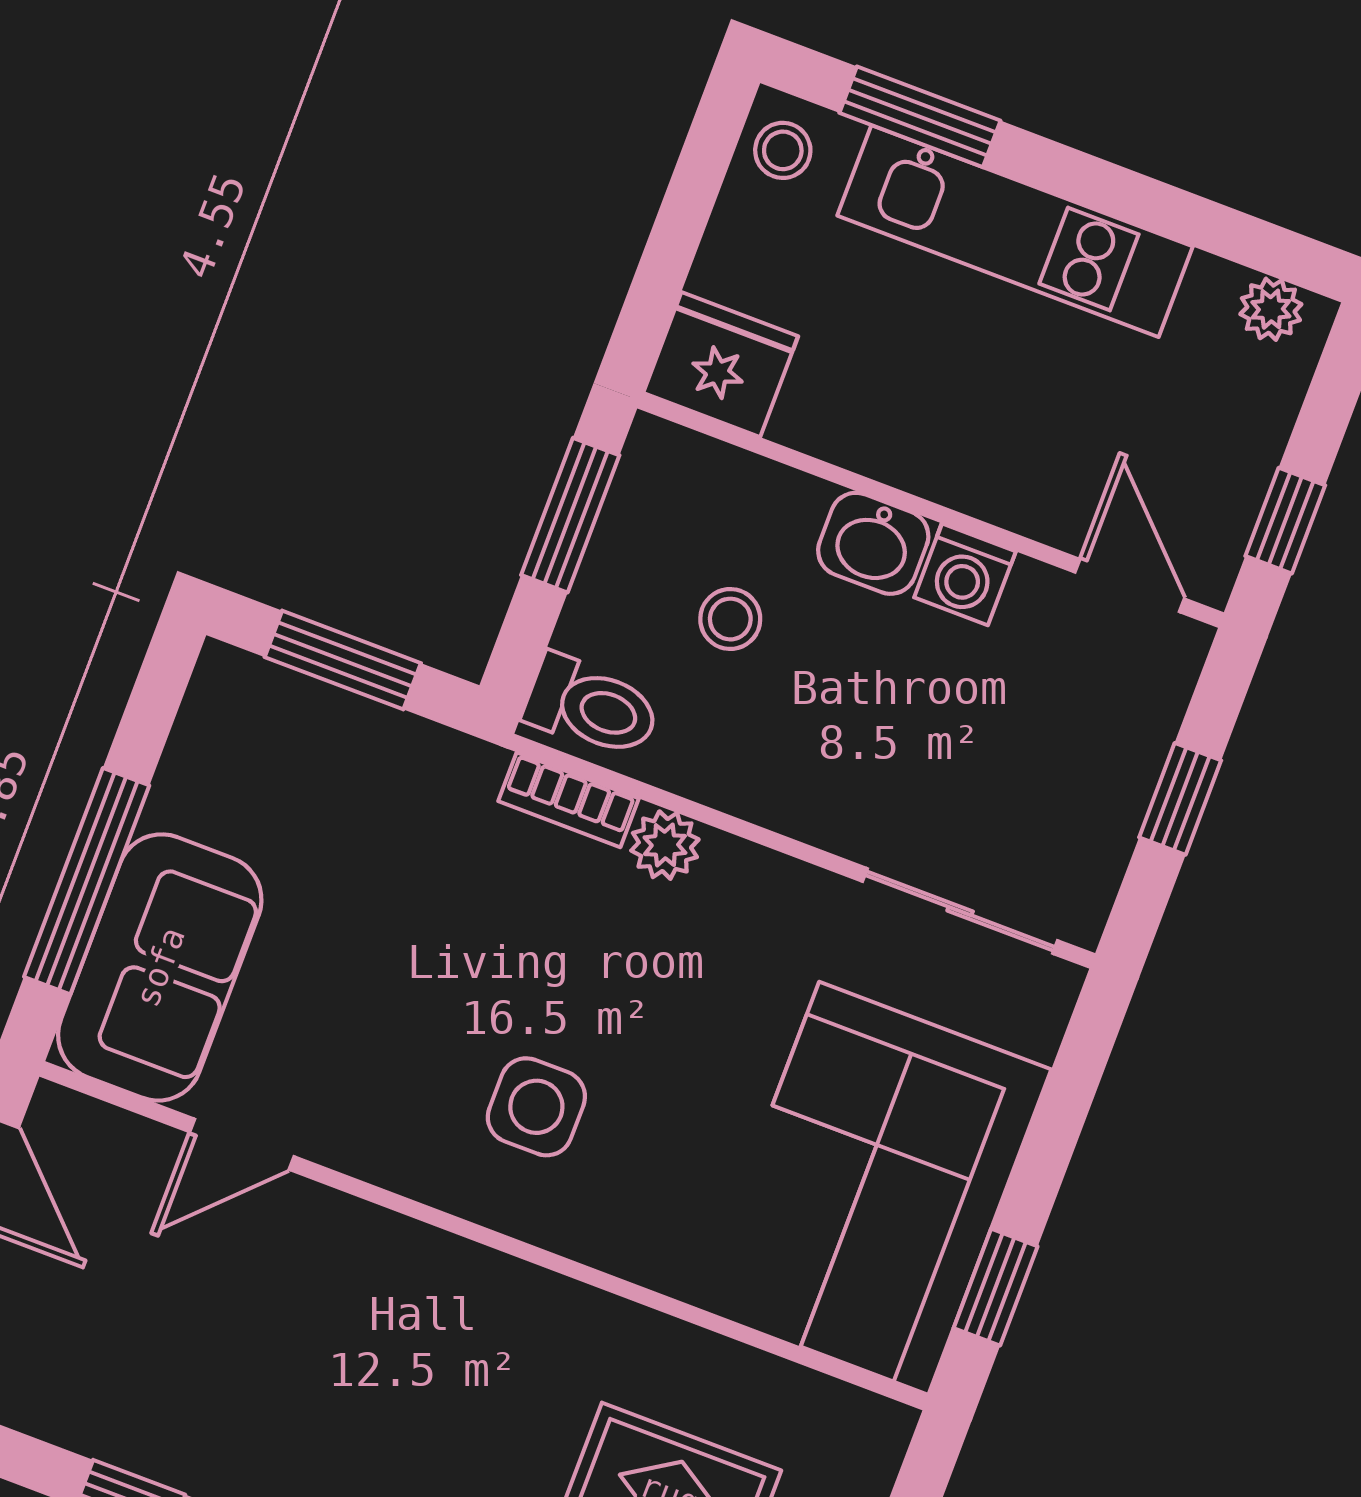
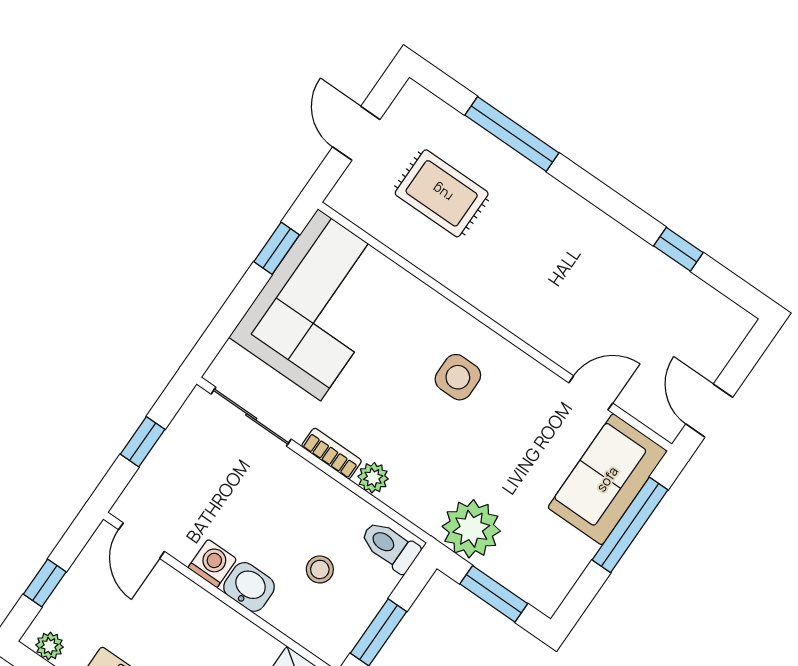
window: (1285, 521) -> (45, 583), moved
plant: (426, 788) -> (471, 529), added
bookcase: (568, 800) -> (332, 453), moved

